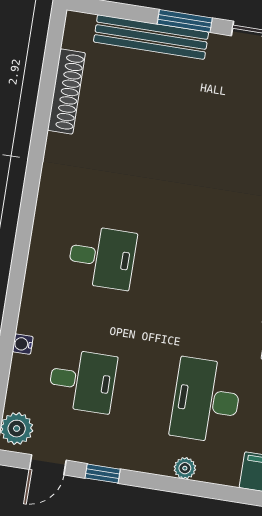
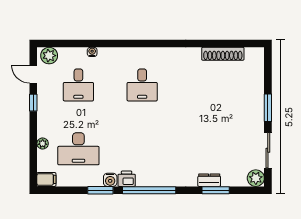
bench: (151, 37) -> (257, 92), removed
desk: (206, 400) -> (78, 149), turned 180

